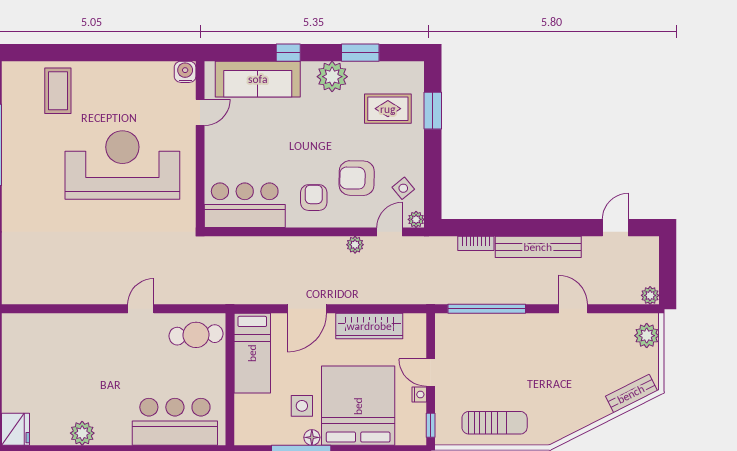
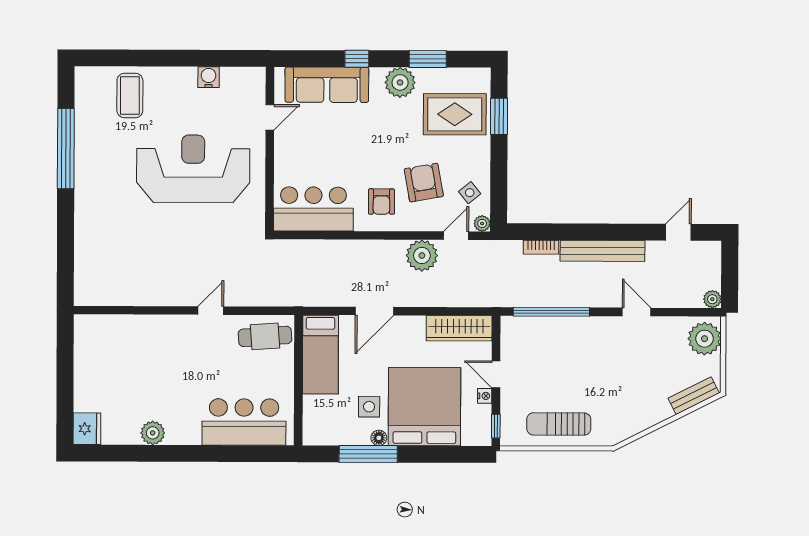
water cooler: (185, 72) -> (209, 77), moved
rug: (388, 109) -> (455, 114), width x1.36, depth x1.43
armchair: (357, 178) -> (424, 183), turned 79
armchair: (314, 198) -> (381, 202), turned 180
plant: (355, 245) -> (422, 256), width x1.88, depth x1.88
wardrobe: (369, 326) -> (459, 328), moved
plant: (647, 336) -> (704, 339), width x1.36, depth x1.36
sun lounger: (495, 423) -> (559, 424), turned 180

